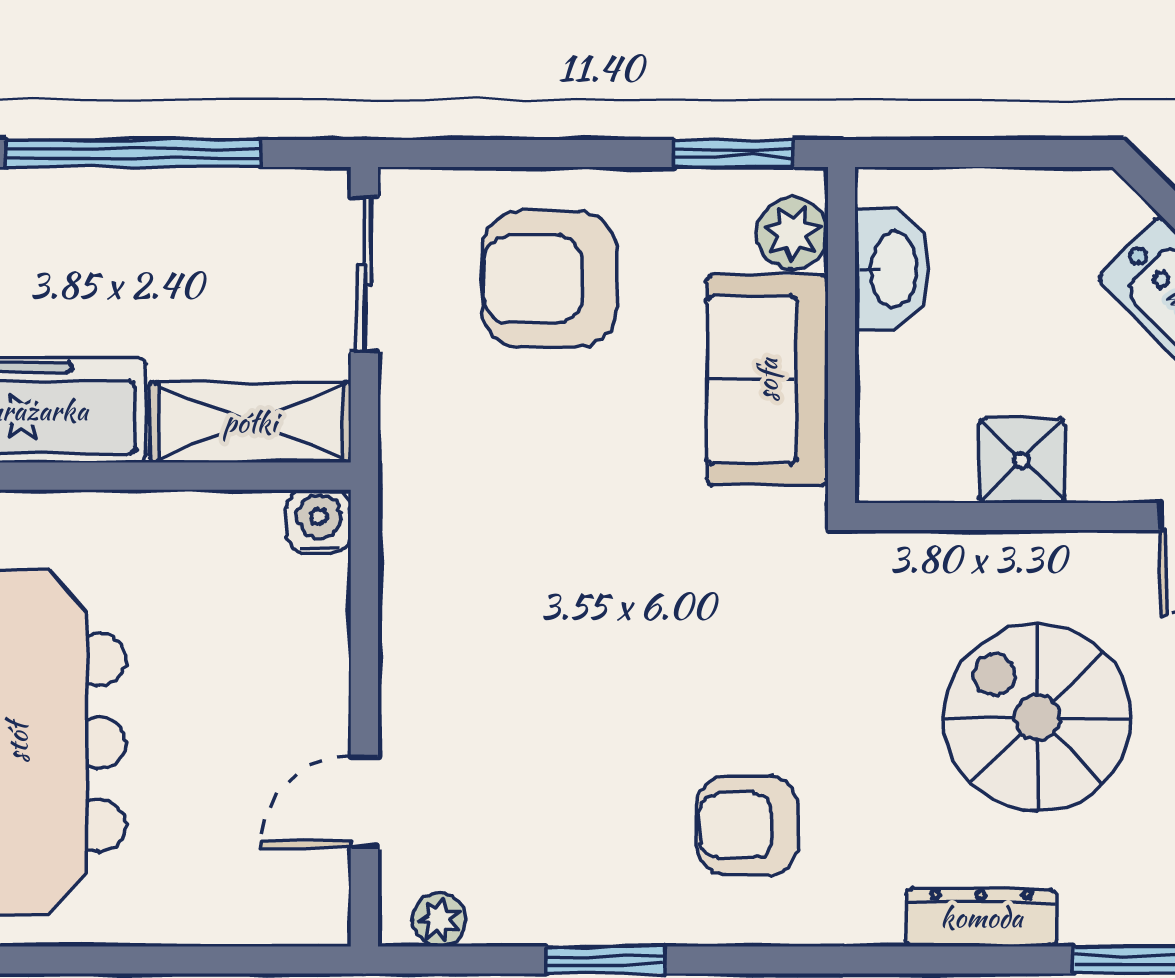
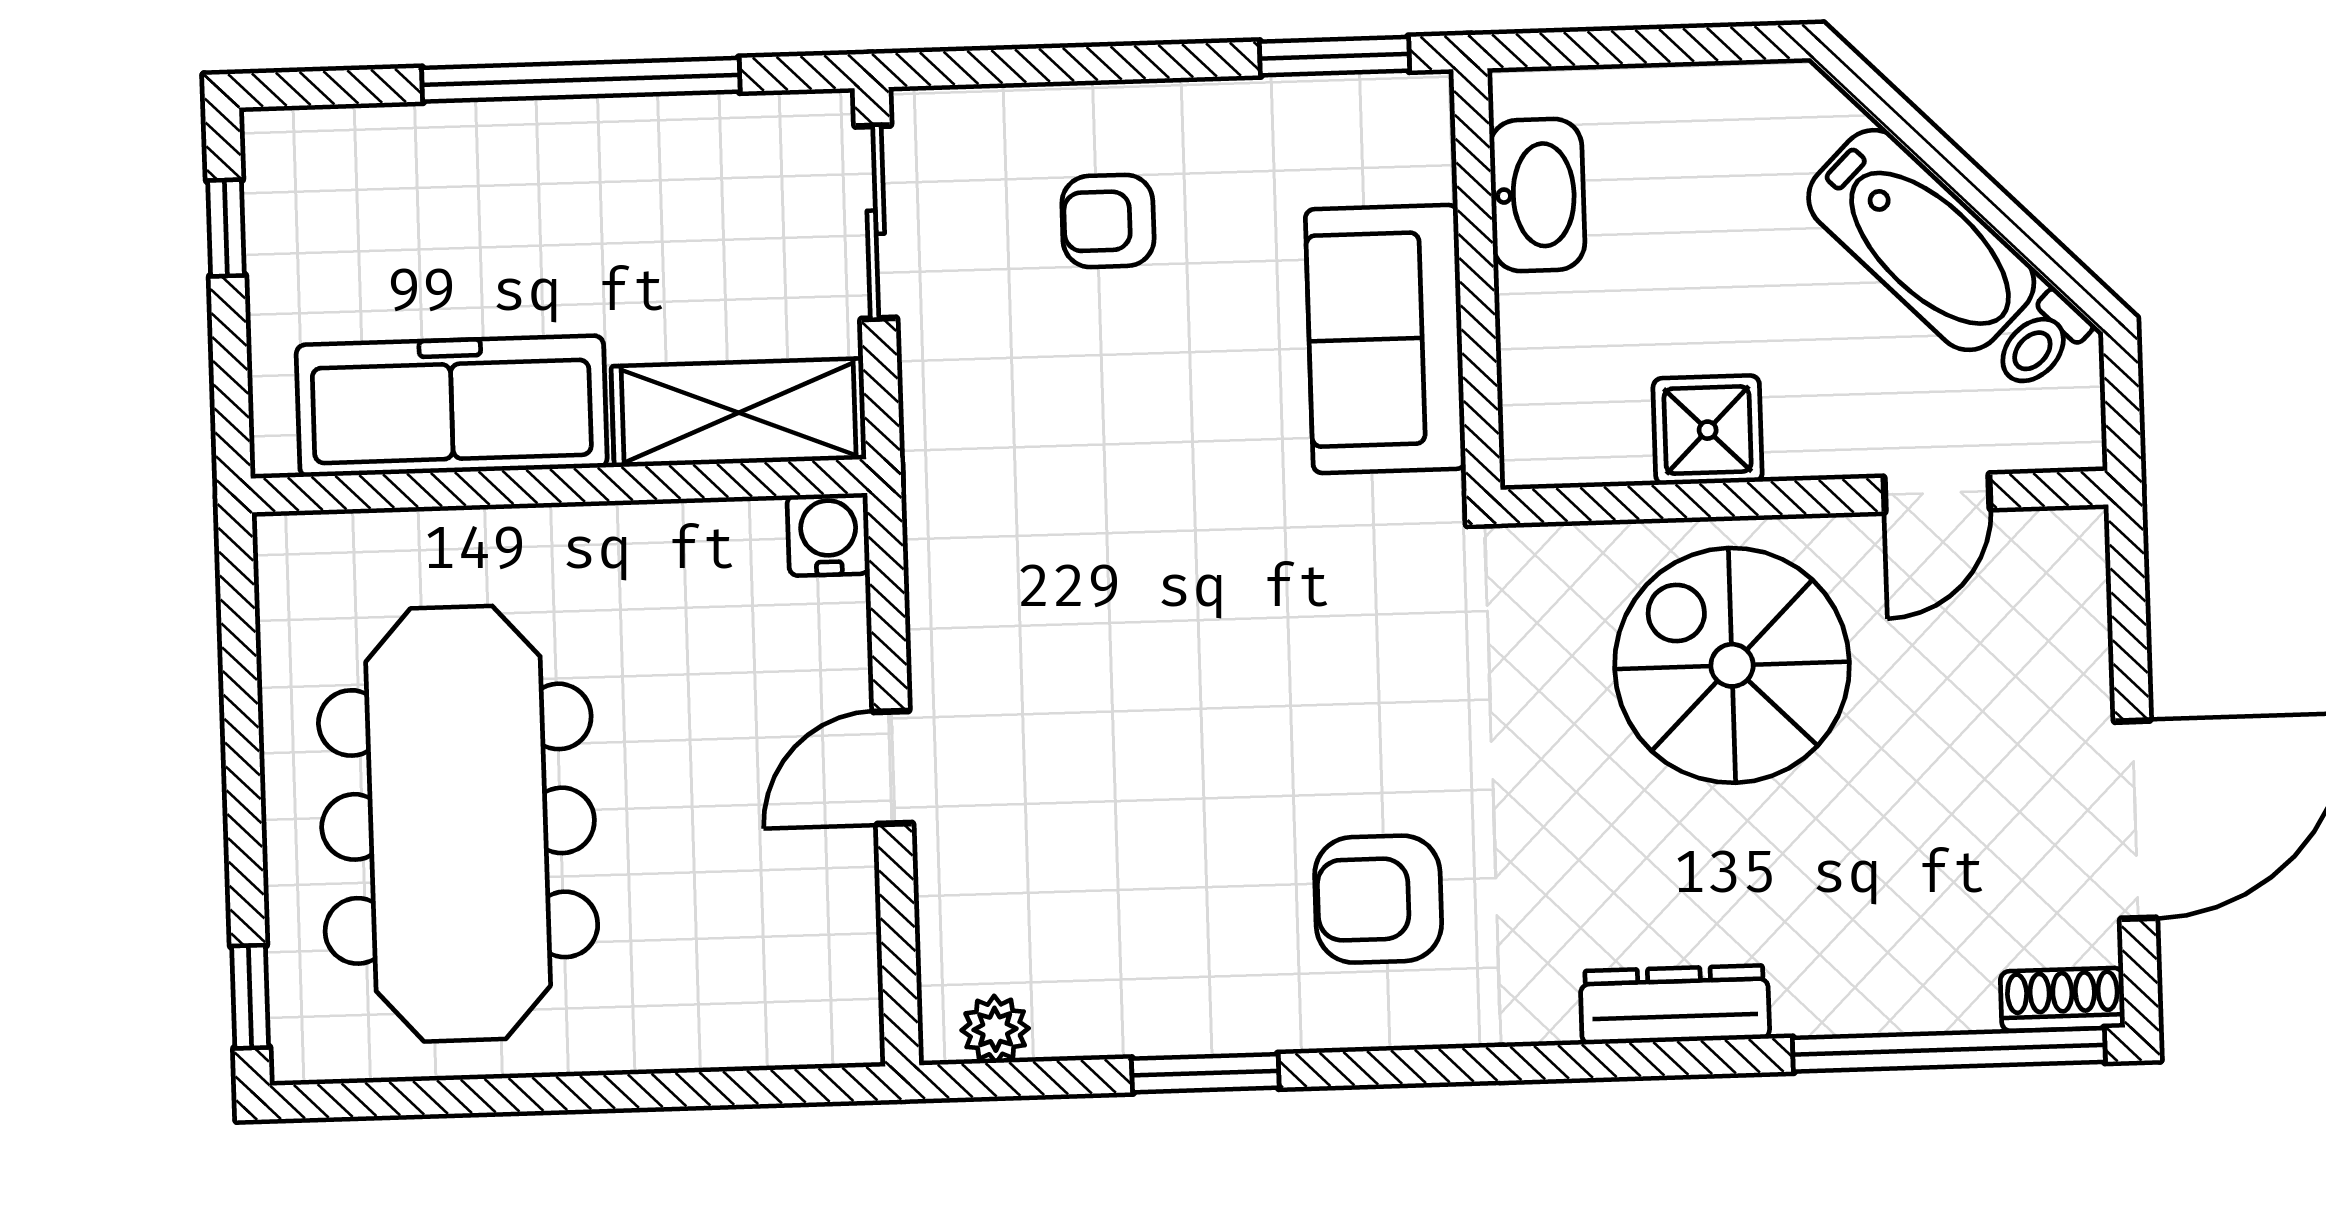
plant: (792, 234) -> (1411, 154), removed
armchair: (549, 279) -> (1108, 221), width x0.53, depth x0.53
spiral stairs: (1037, 718) -> (1732, 665), moved
door: (364, 802) -> (893, 768), moved

